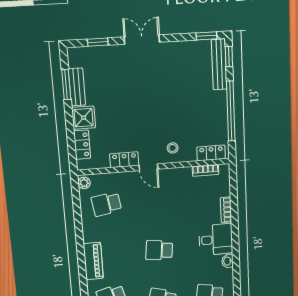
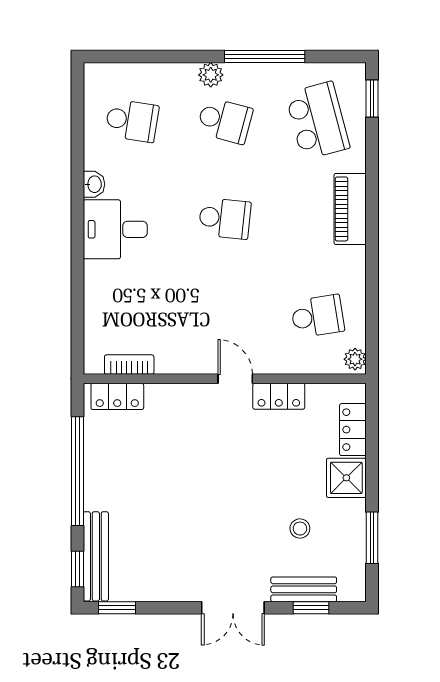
bench: (77, 87) -> (304, 589), moved, turned 90
stool: (173, 148) -> (300, 529), moved
bookcase: (226, 210) -> (93, 286), removed

